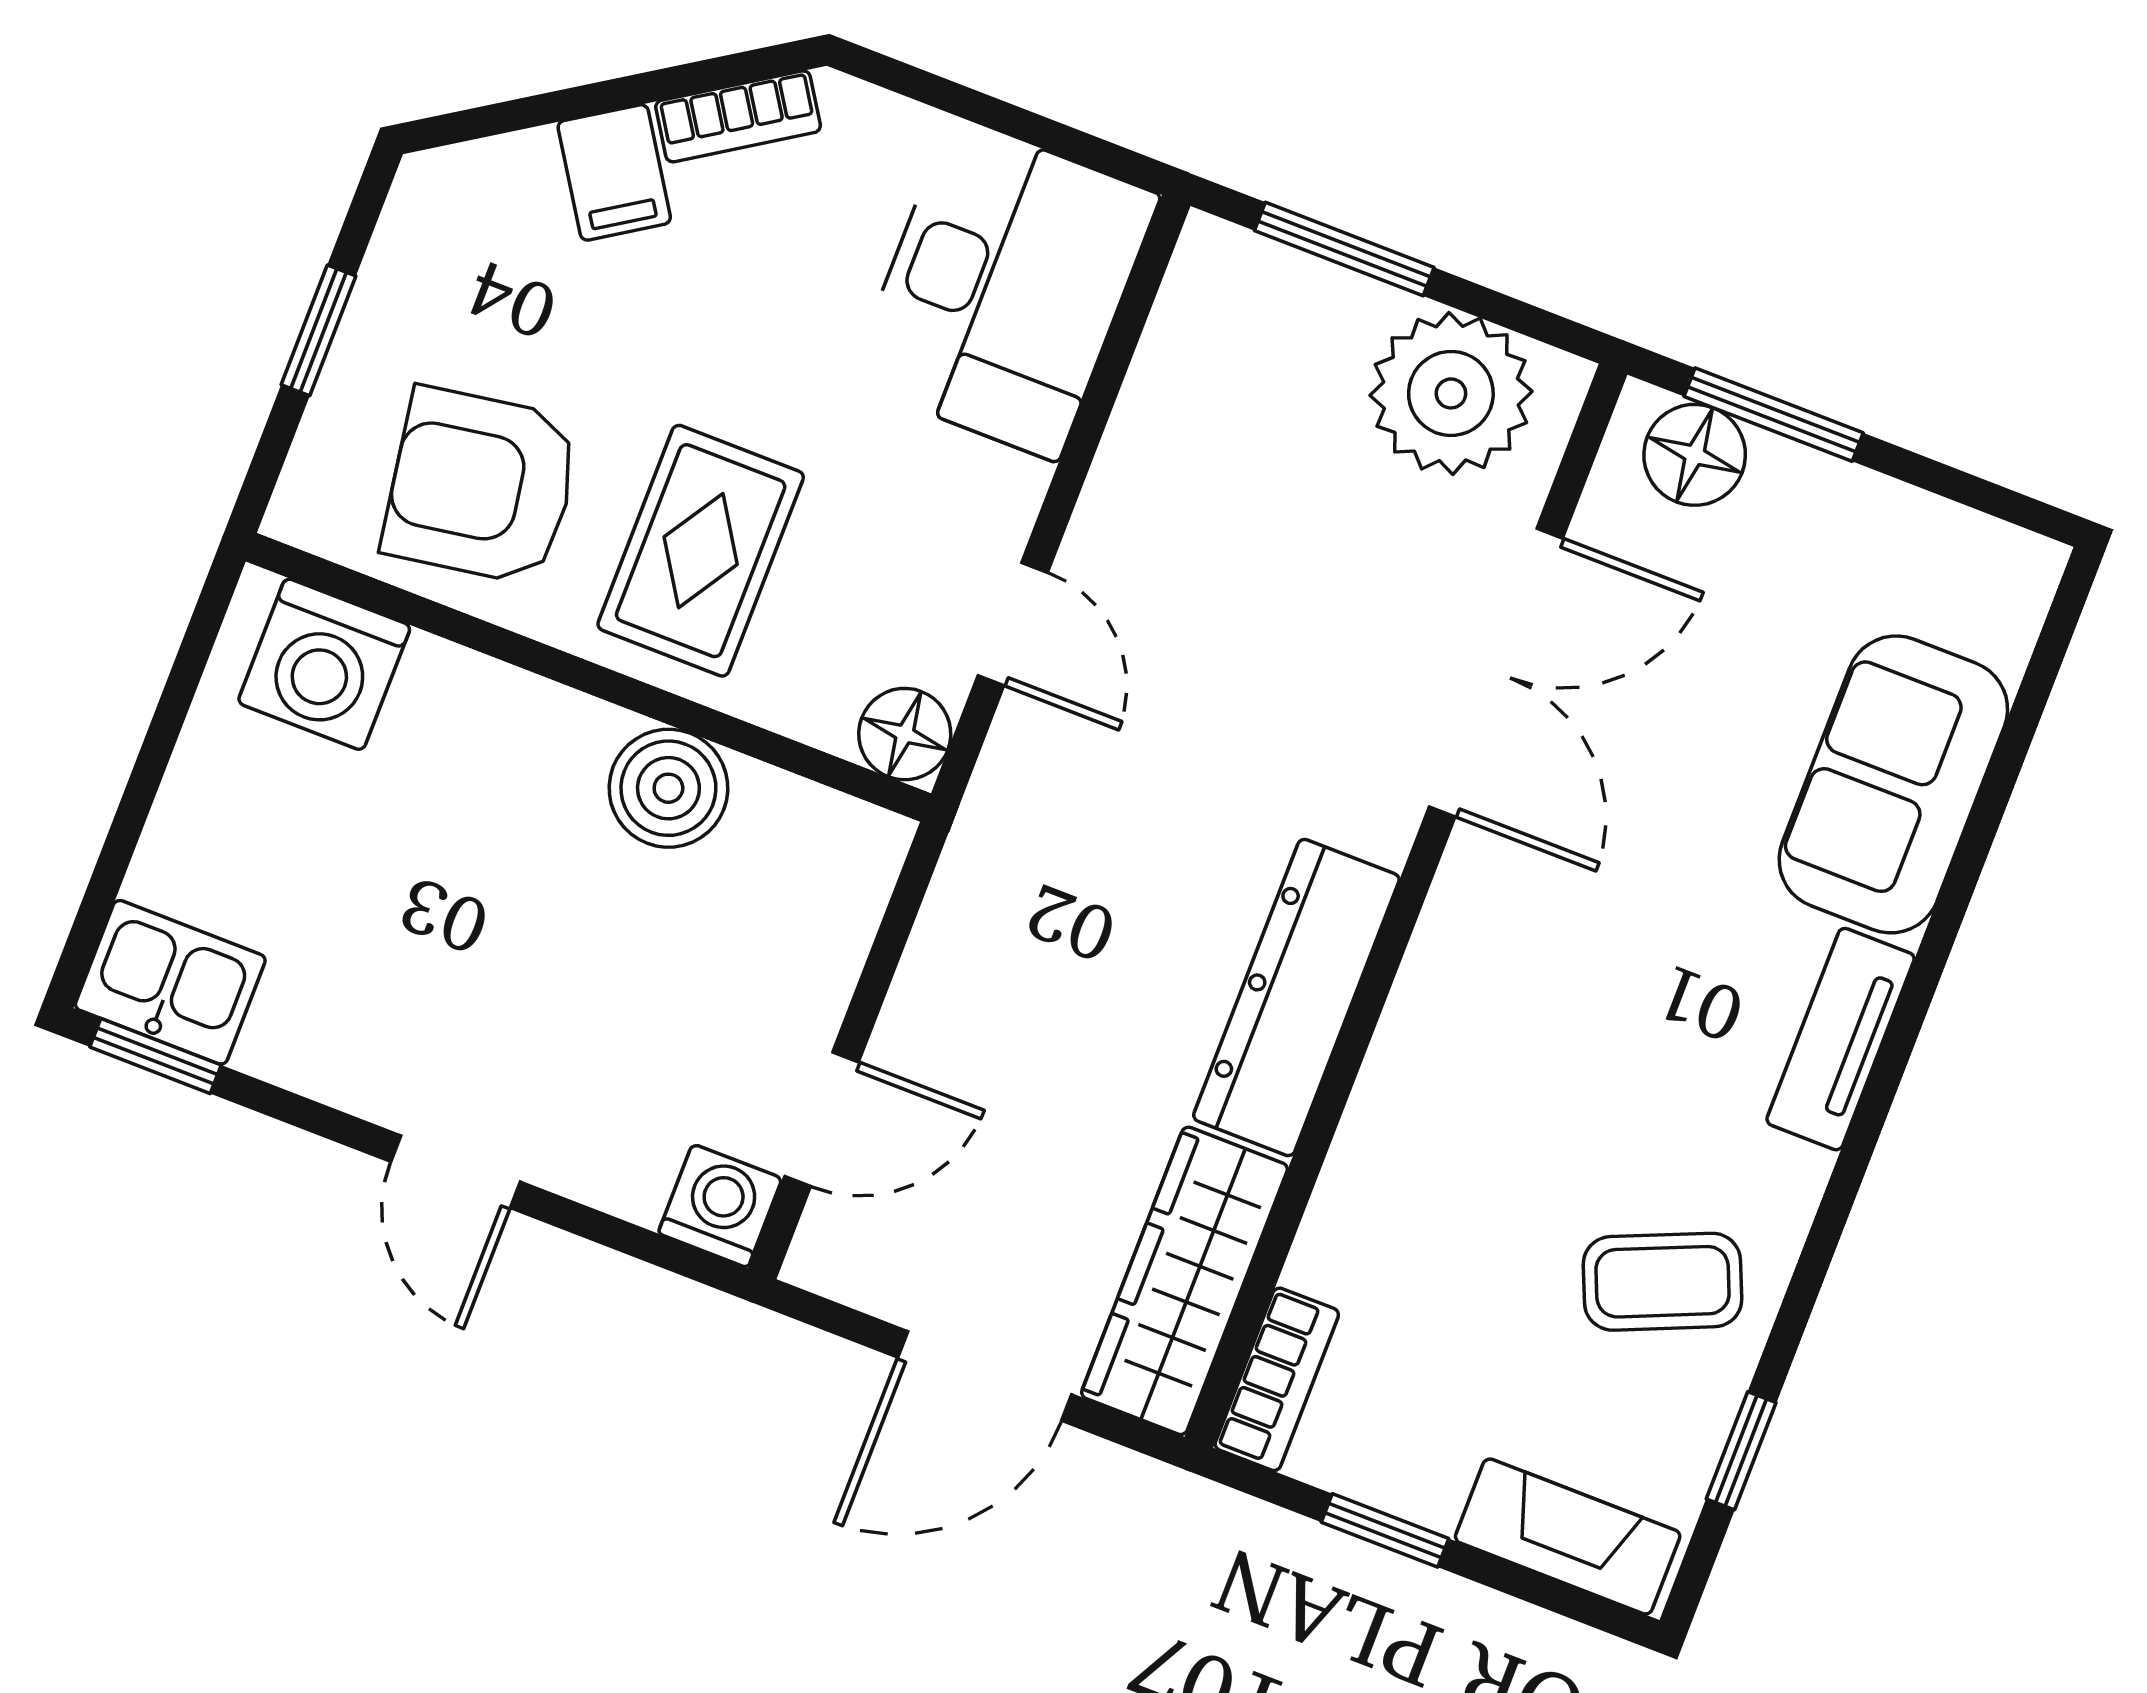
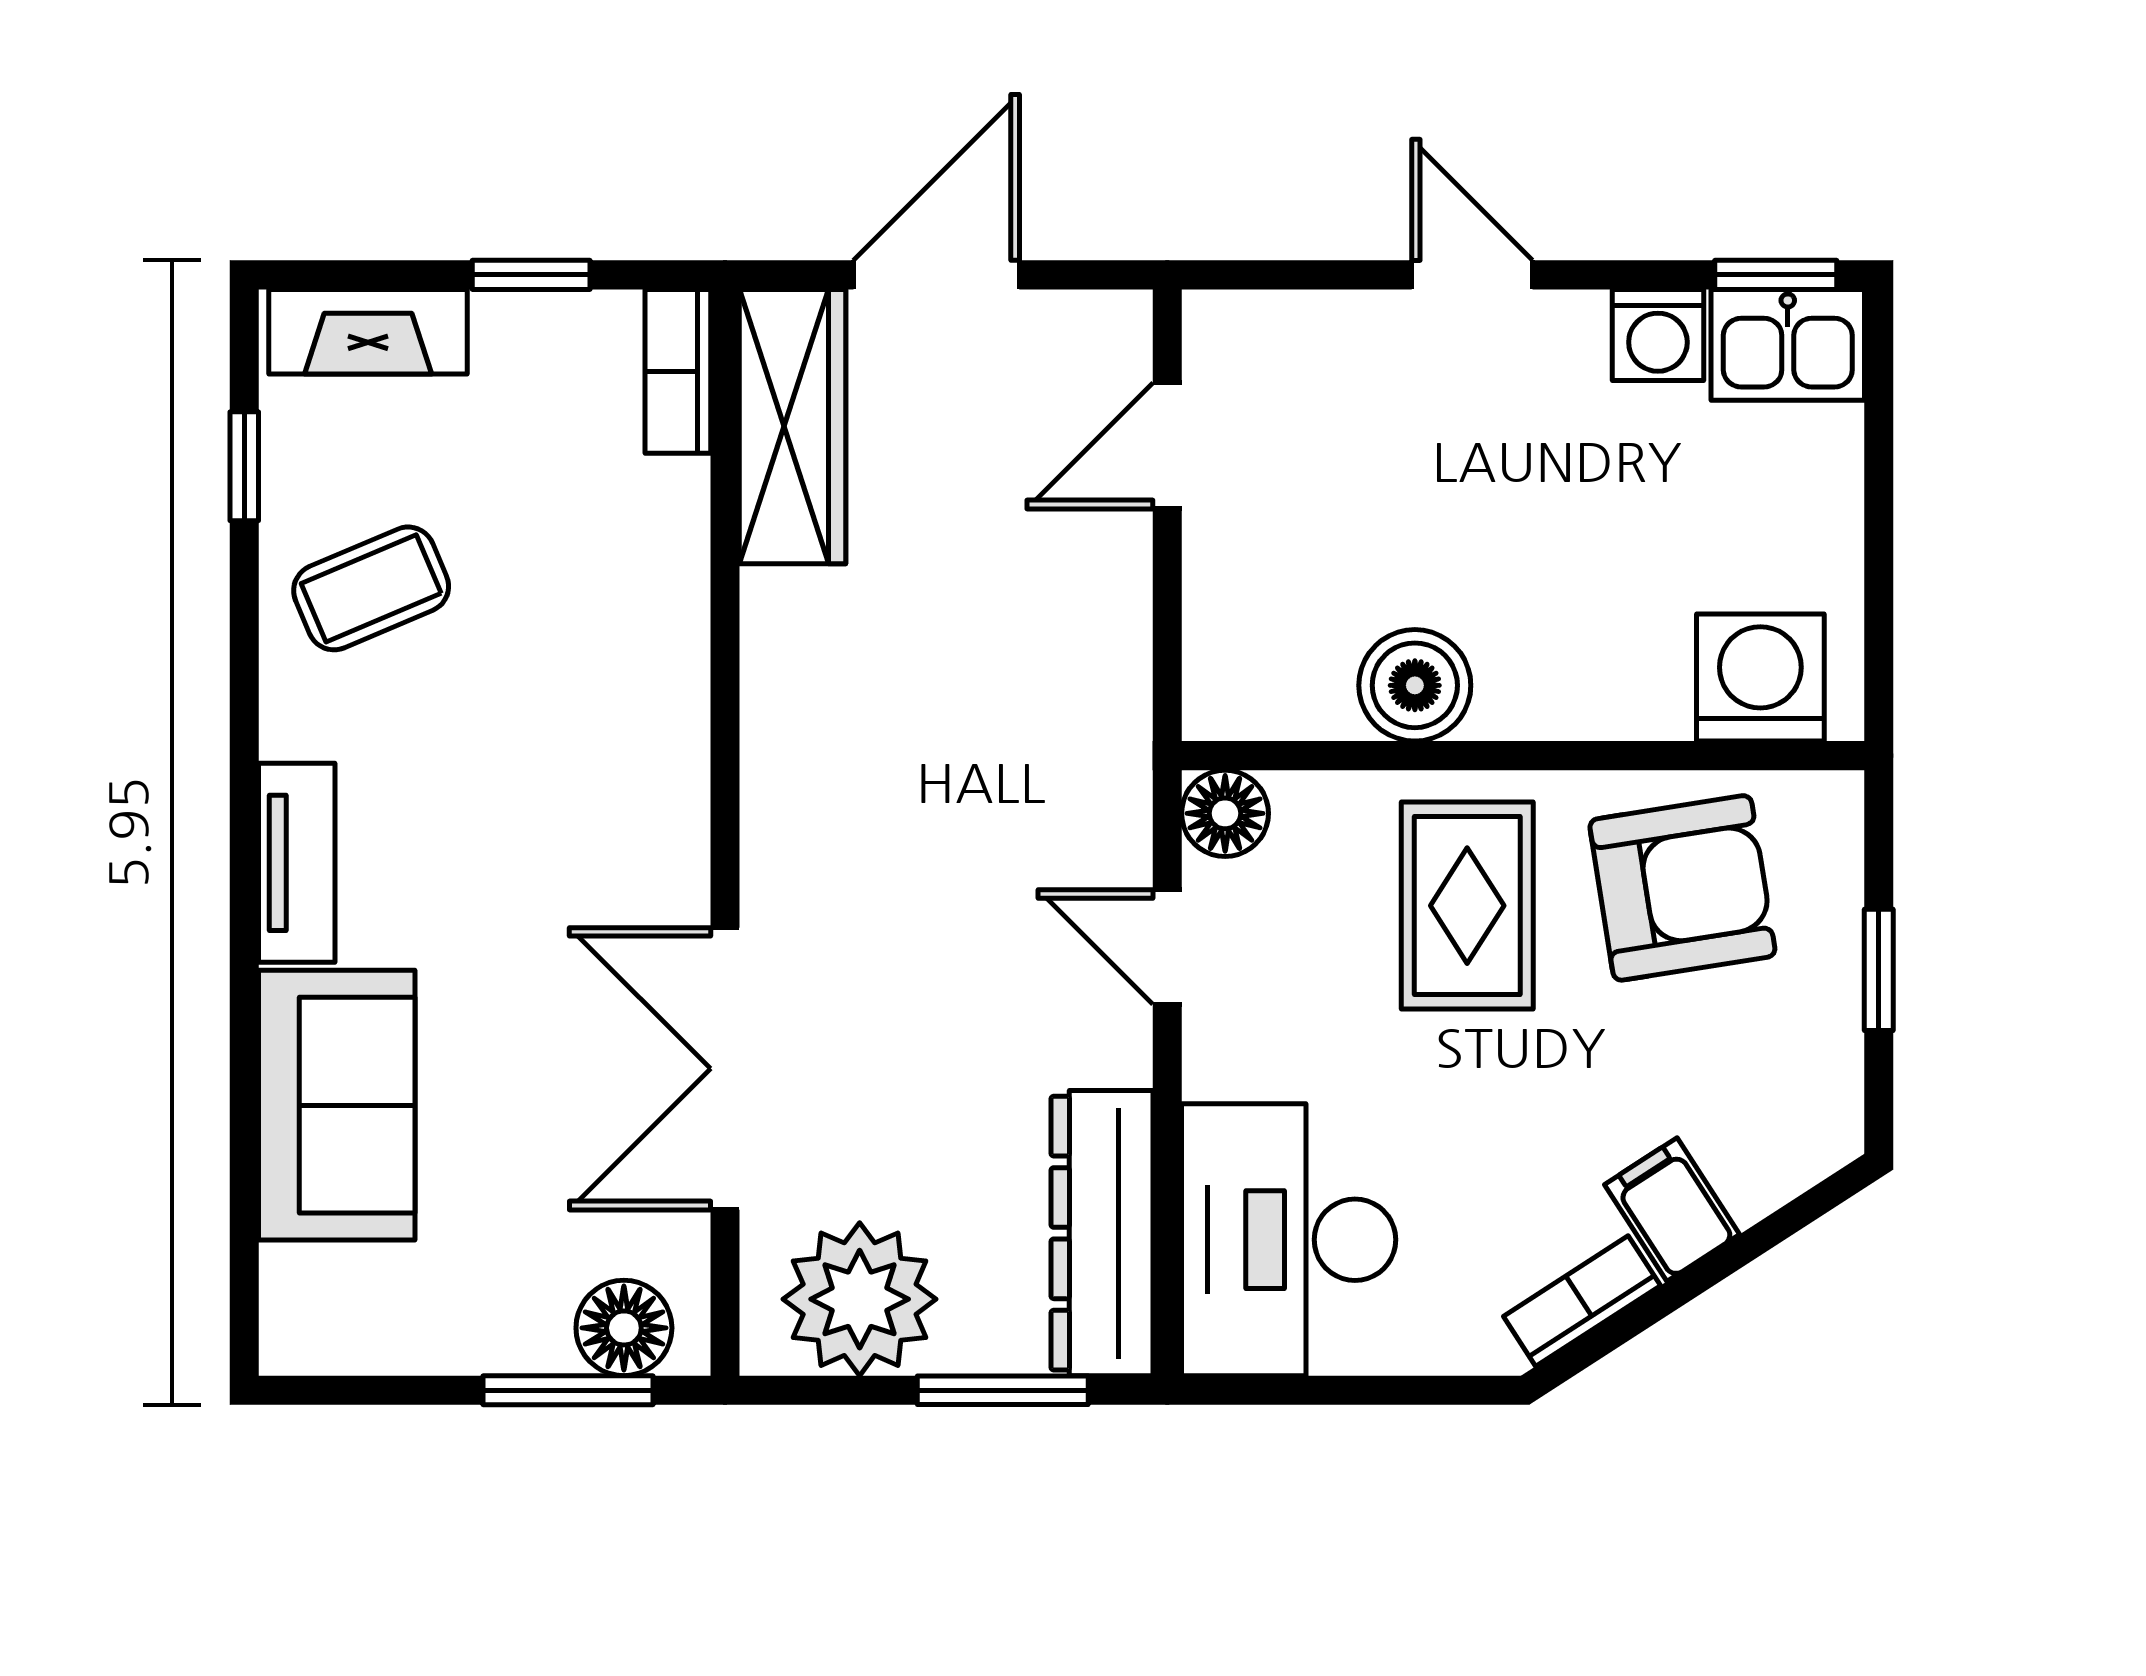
dresser: (1296, 998) -> (1102, 1233), moved, turned 180
washing machine: (720, 1206) -> (1658, 335), moved

